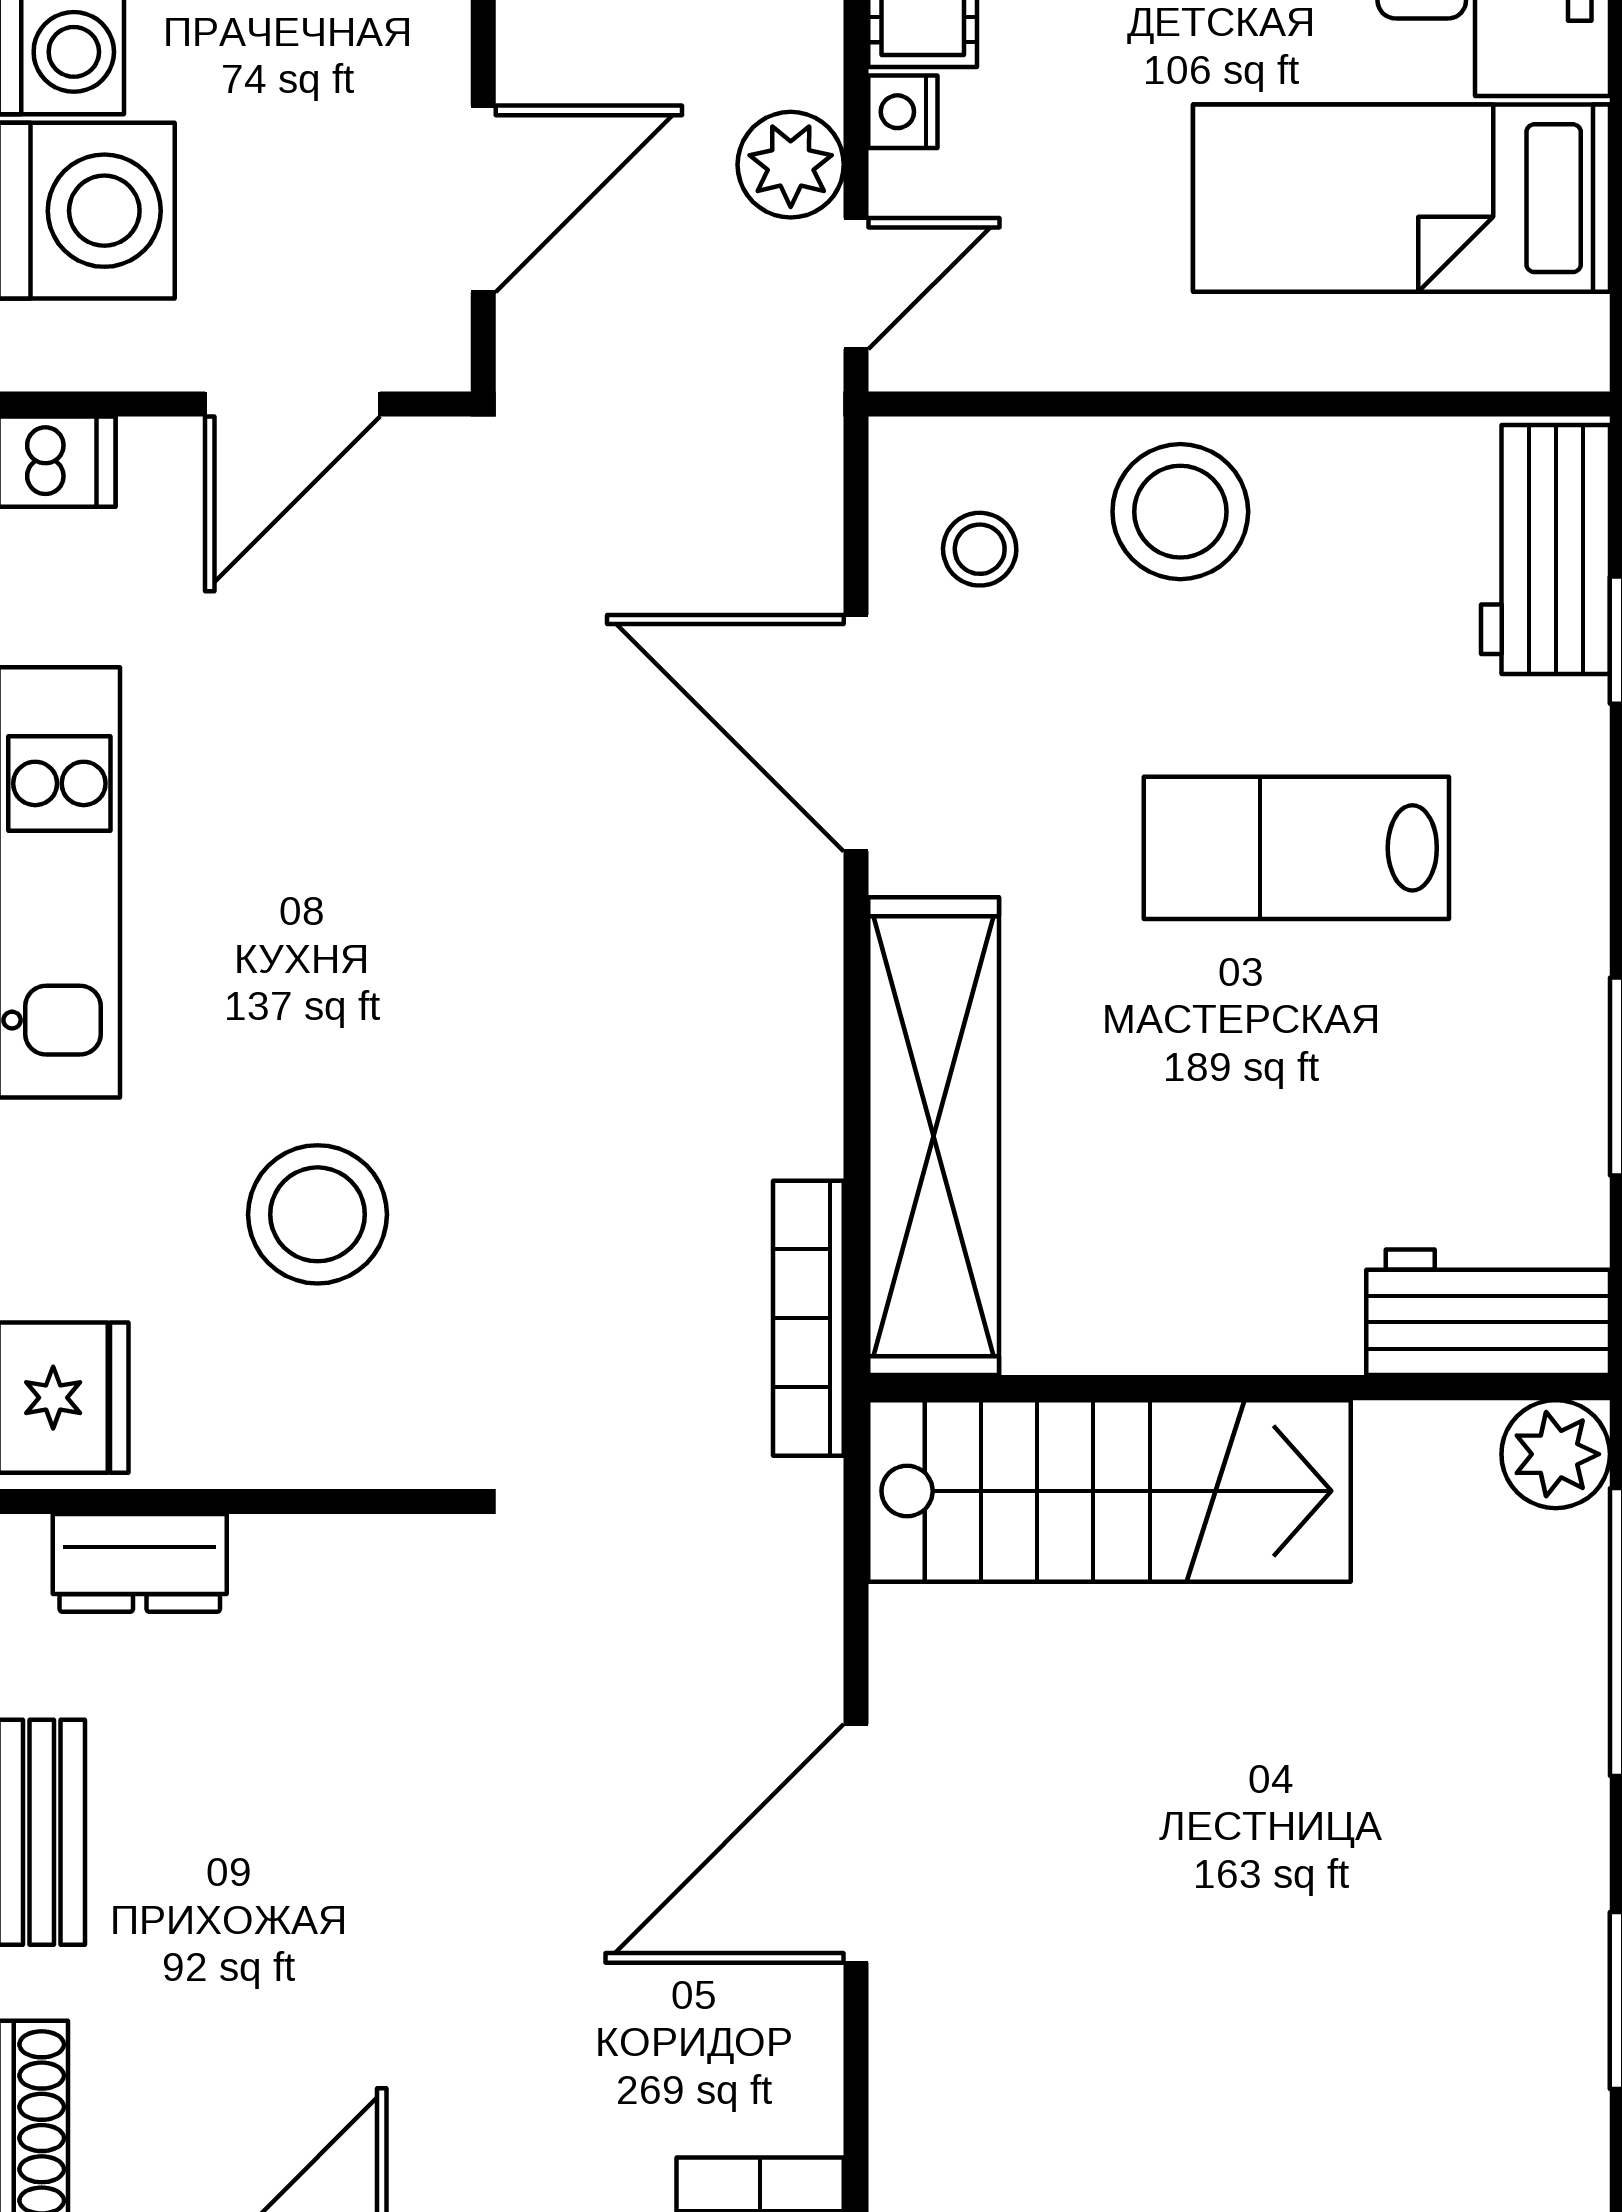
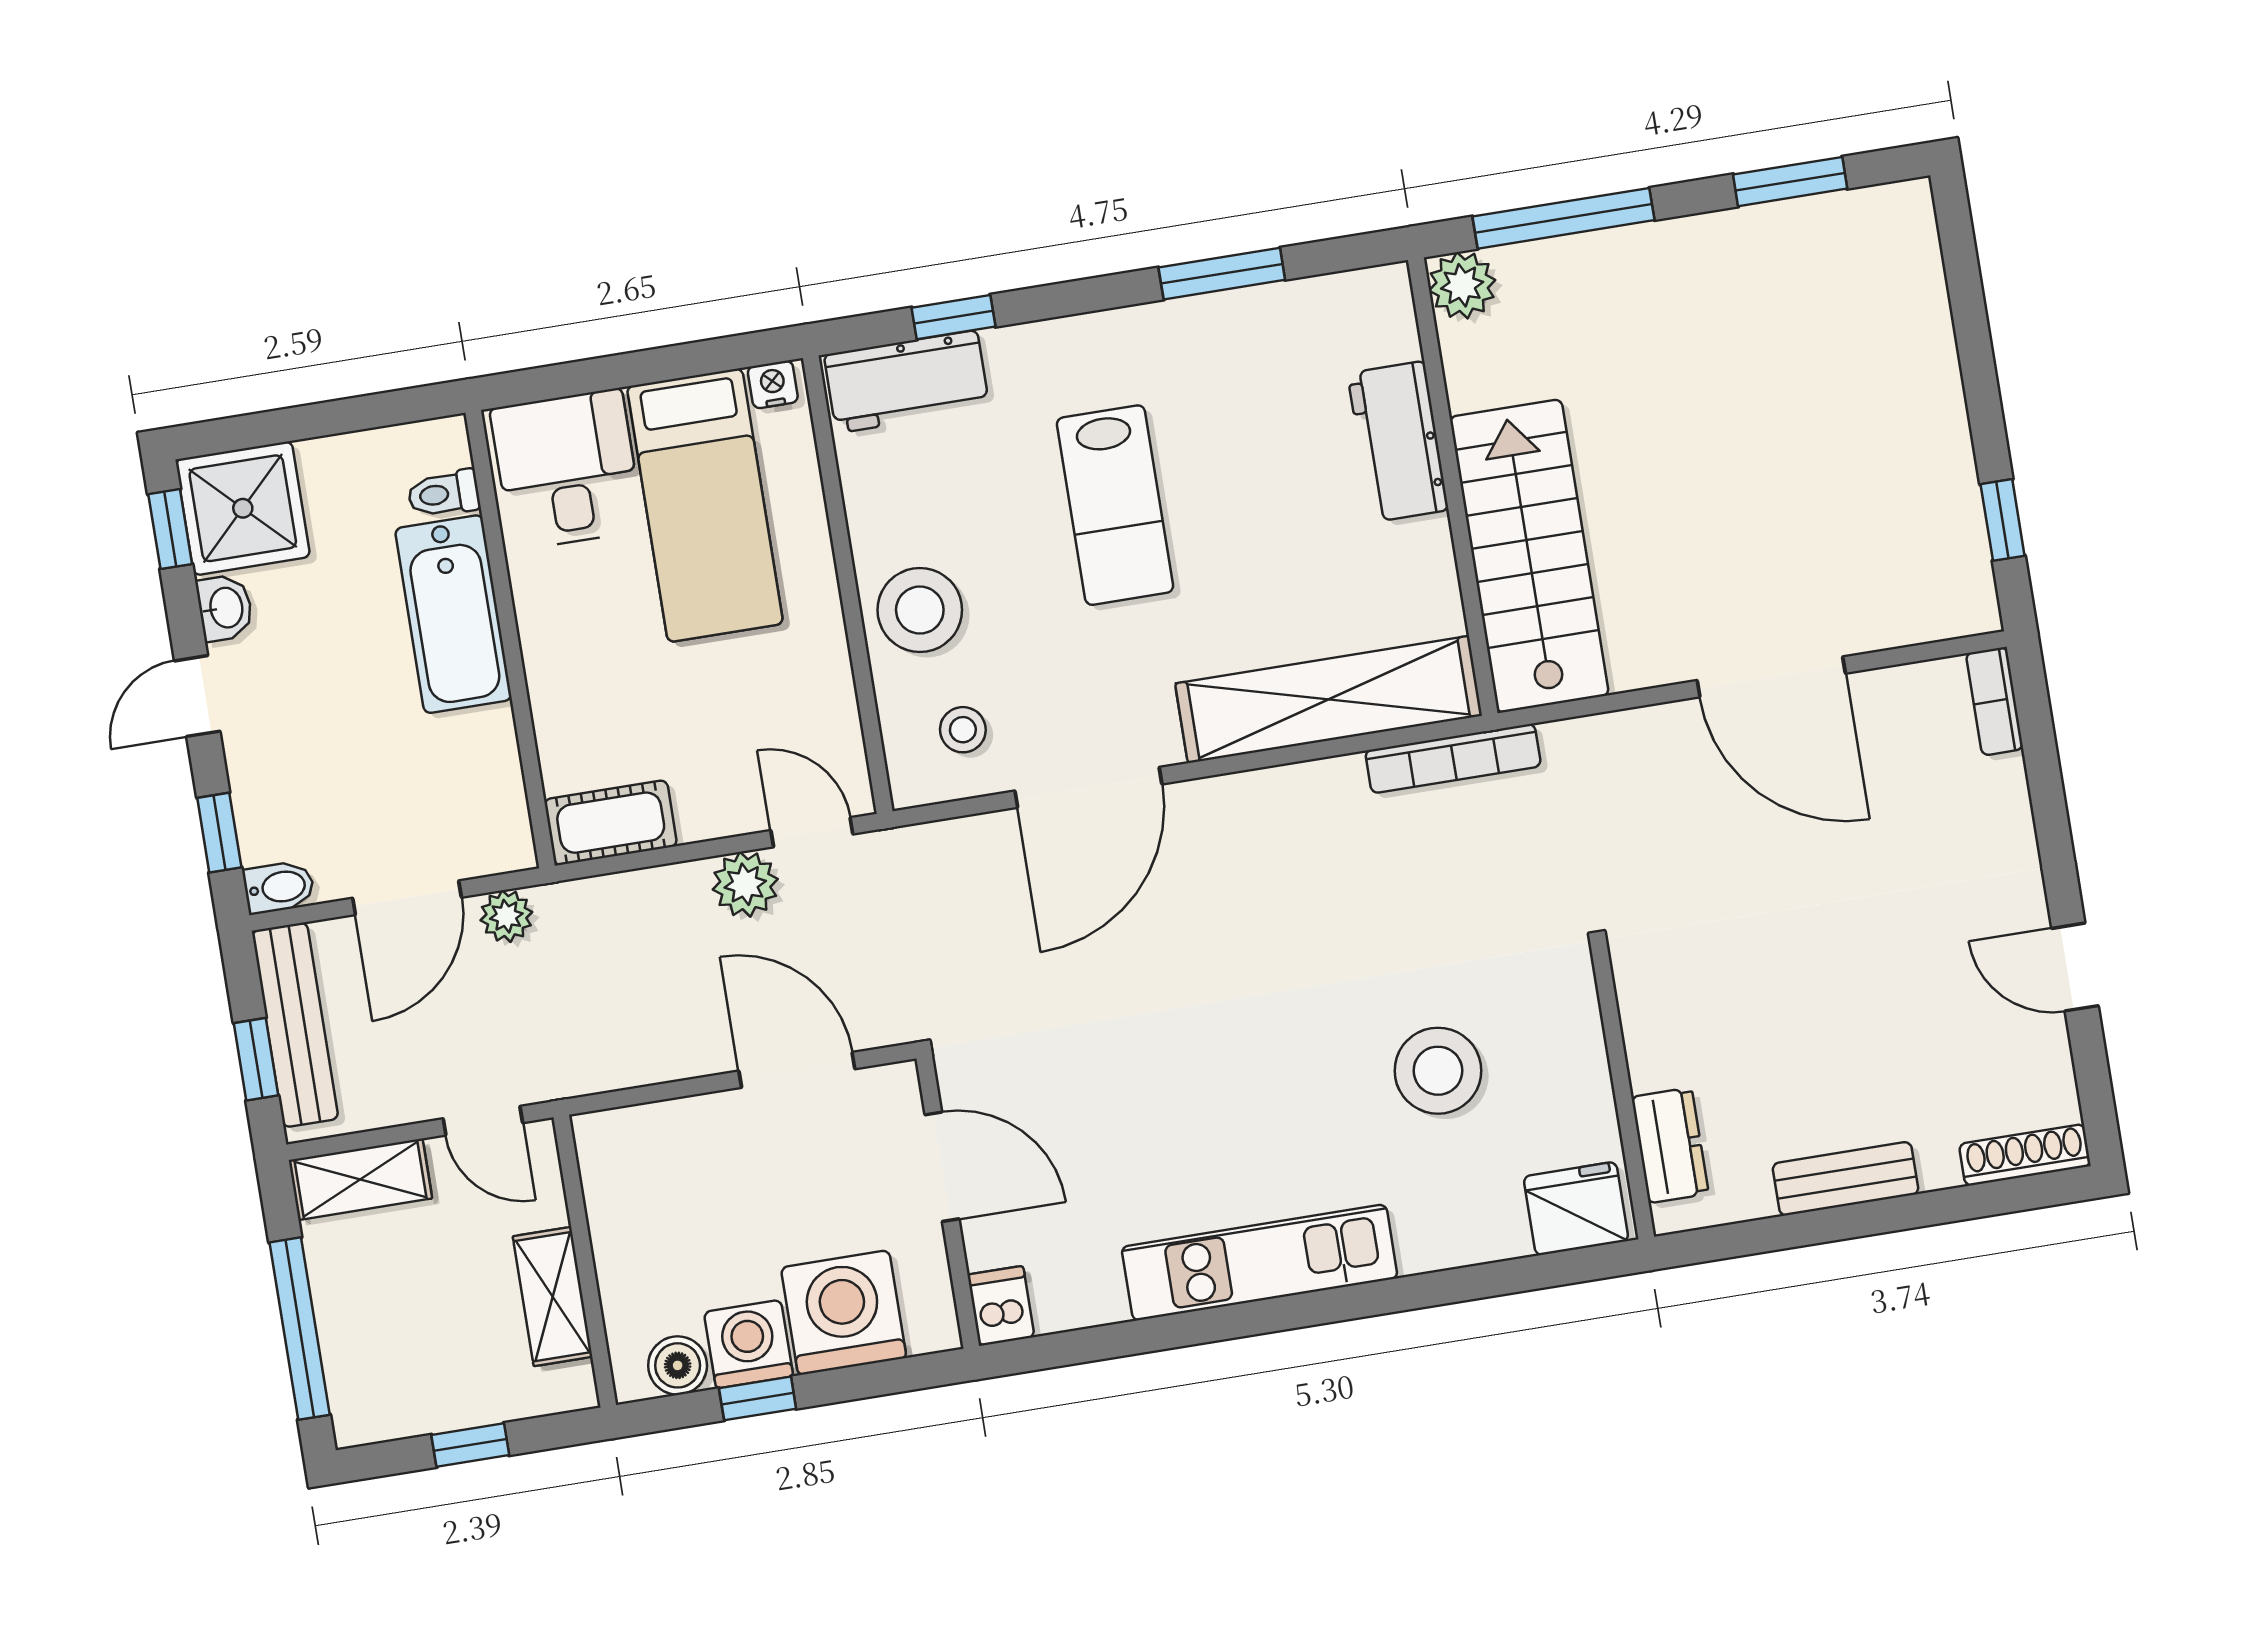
nightstand: (903, 112) -> (773, 384), moved, turned 180
workbench: (1488, 1312) -> (1398, 442), moved

